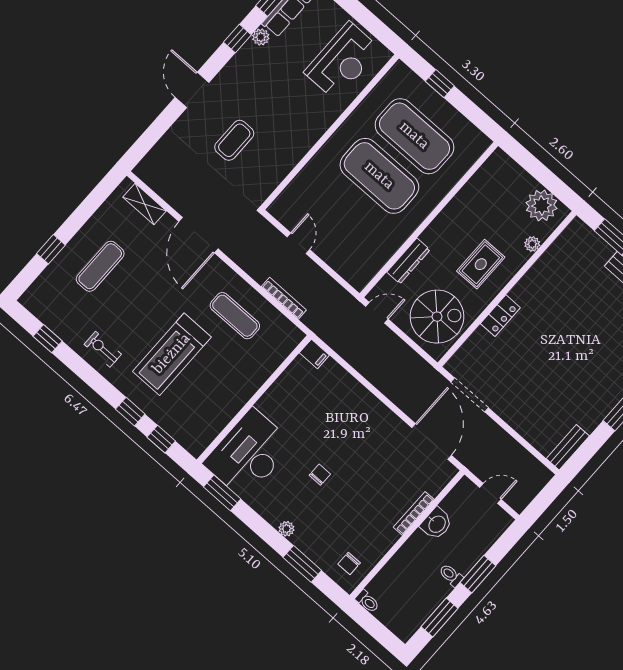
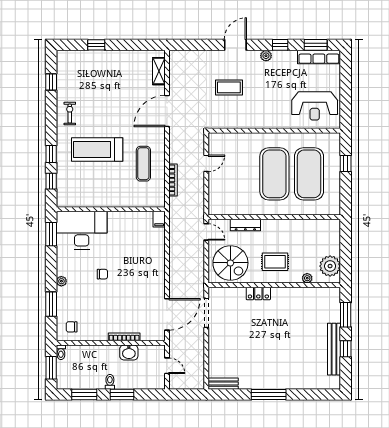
plant: (261, 37) -> (266, 56), moved
exercise mat: (100, 266) -> (109, 76), removed
window: (375, 628) -> (51, 368), added

